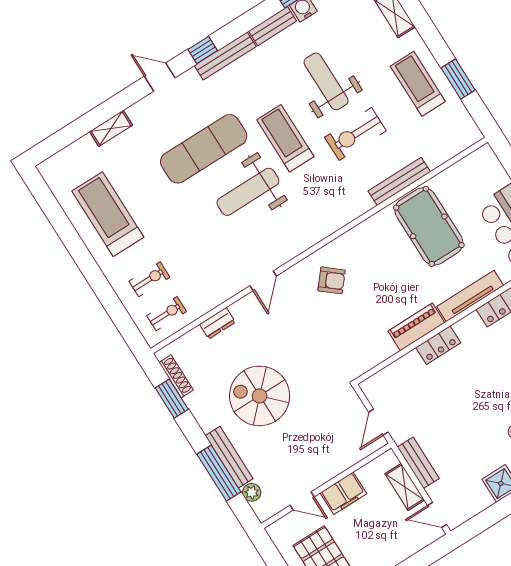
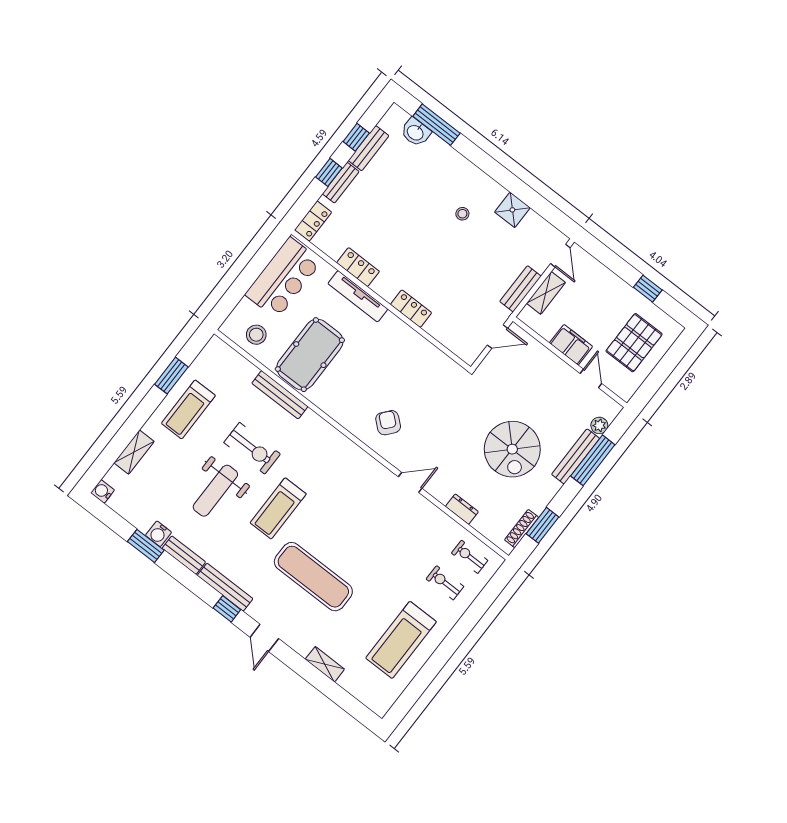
stool: (468, 180) -> (256, 335), added
weight bench: (248, 192) -> (337, 524), removed
piano: (416, 327) -> (402, 334), removed

